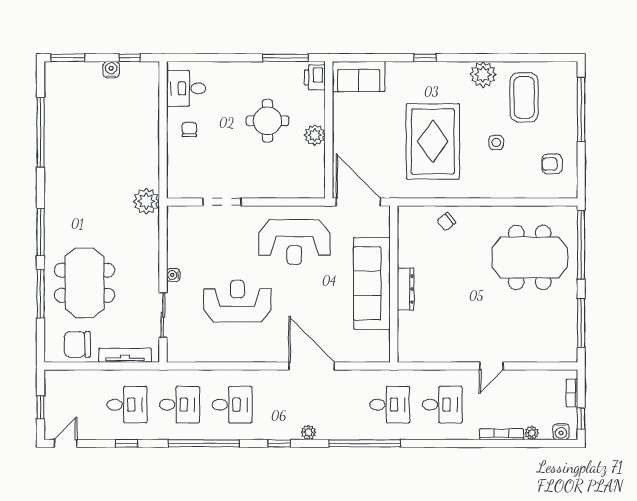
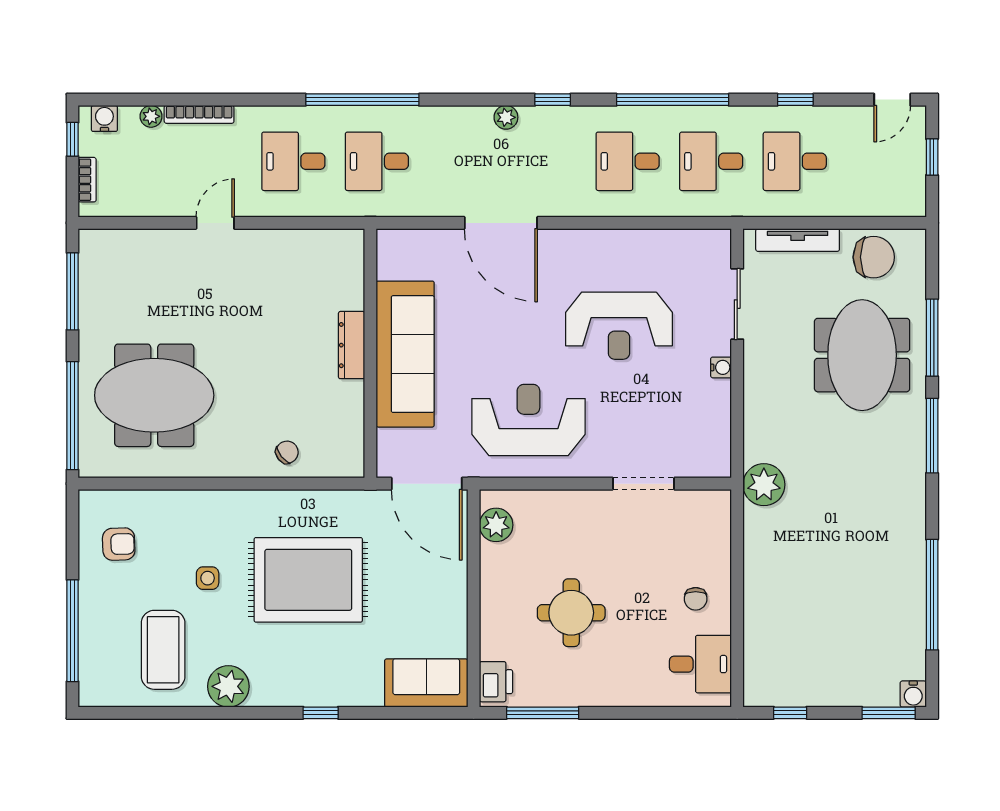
water cooler: (111, 70) -> (913, 694), moved
plant: (315, 135) -> (496, 525), moved
rug: (433, 141) -> (308, 580), turned 90
window: (365, 443) -> (362, 100), moved

